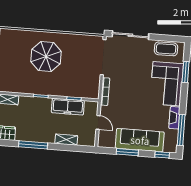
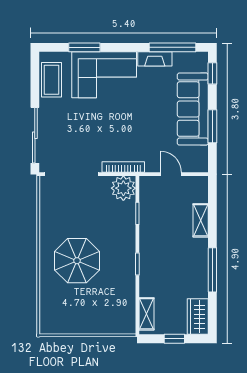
plant: (91, 91) -> (123, 188), added
freezer: (68, 107) -> (150, 222), removed
door: (98, 122) -> (171, 174), hinge flipped

